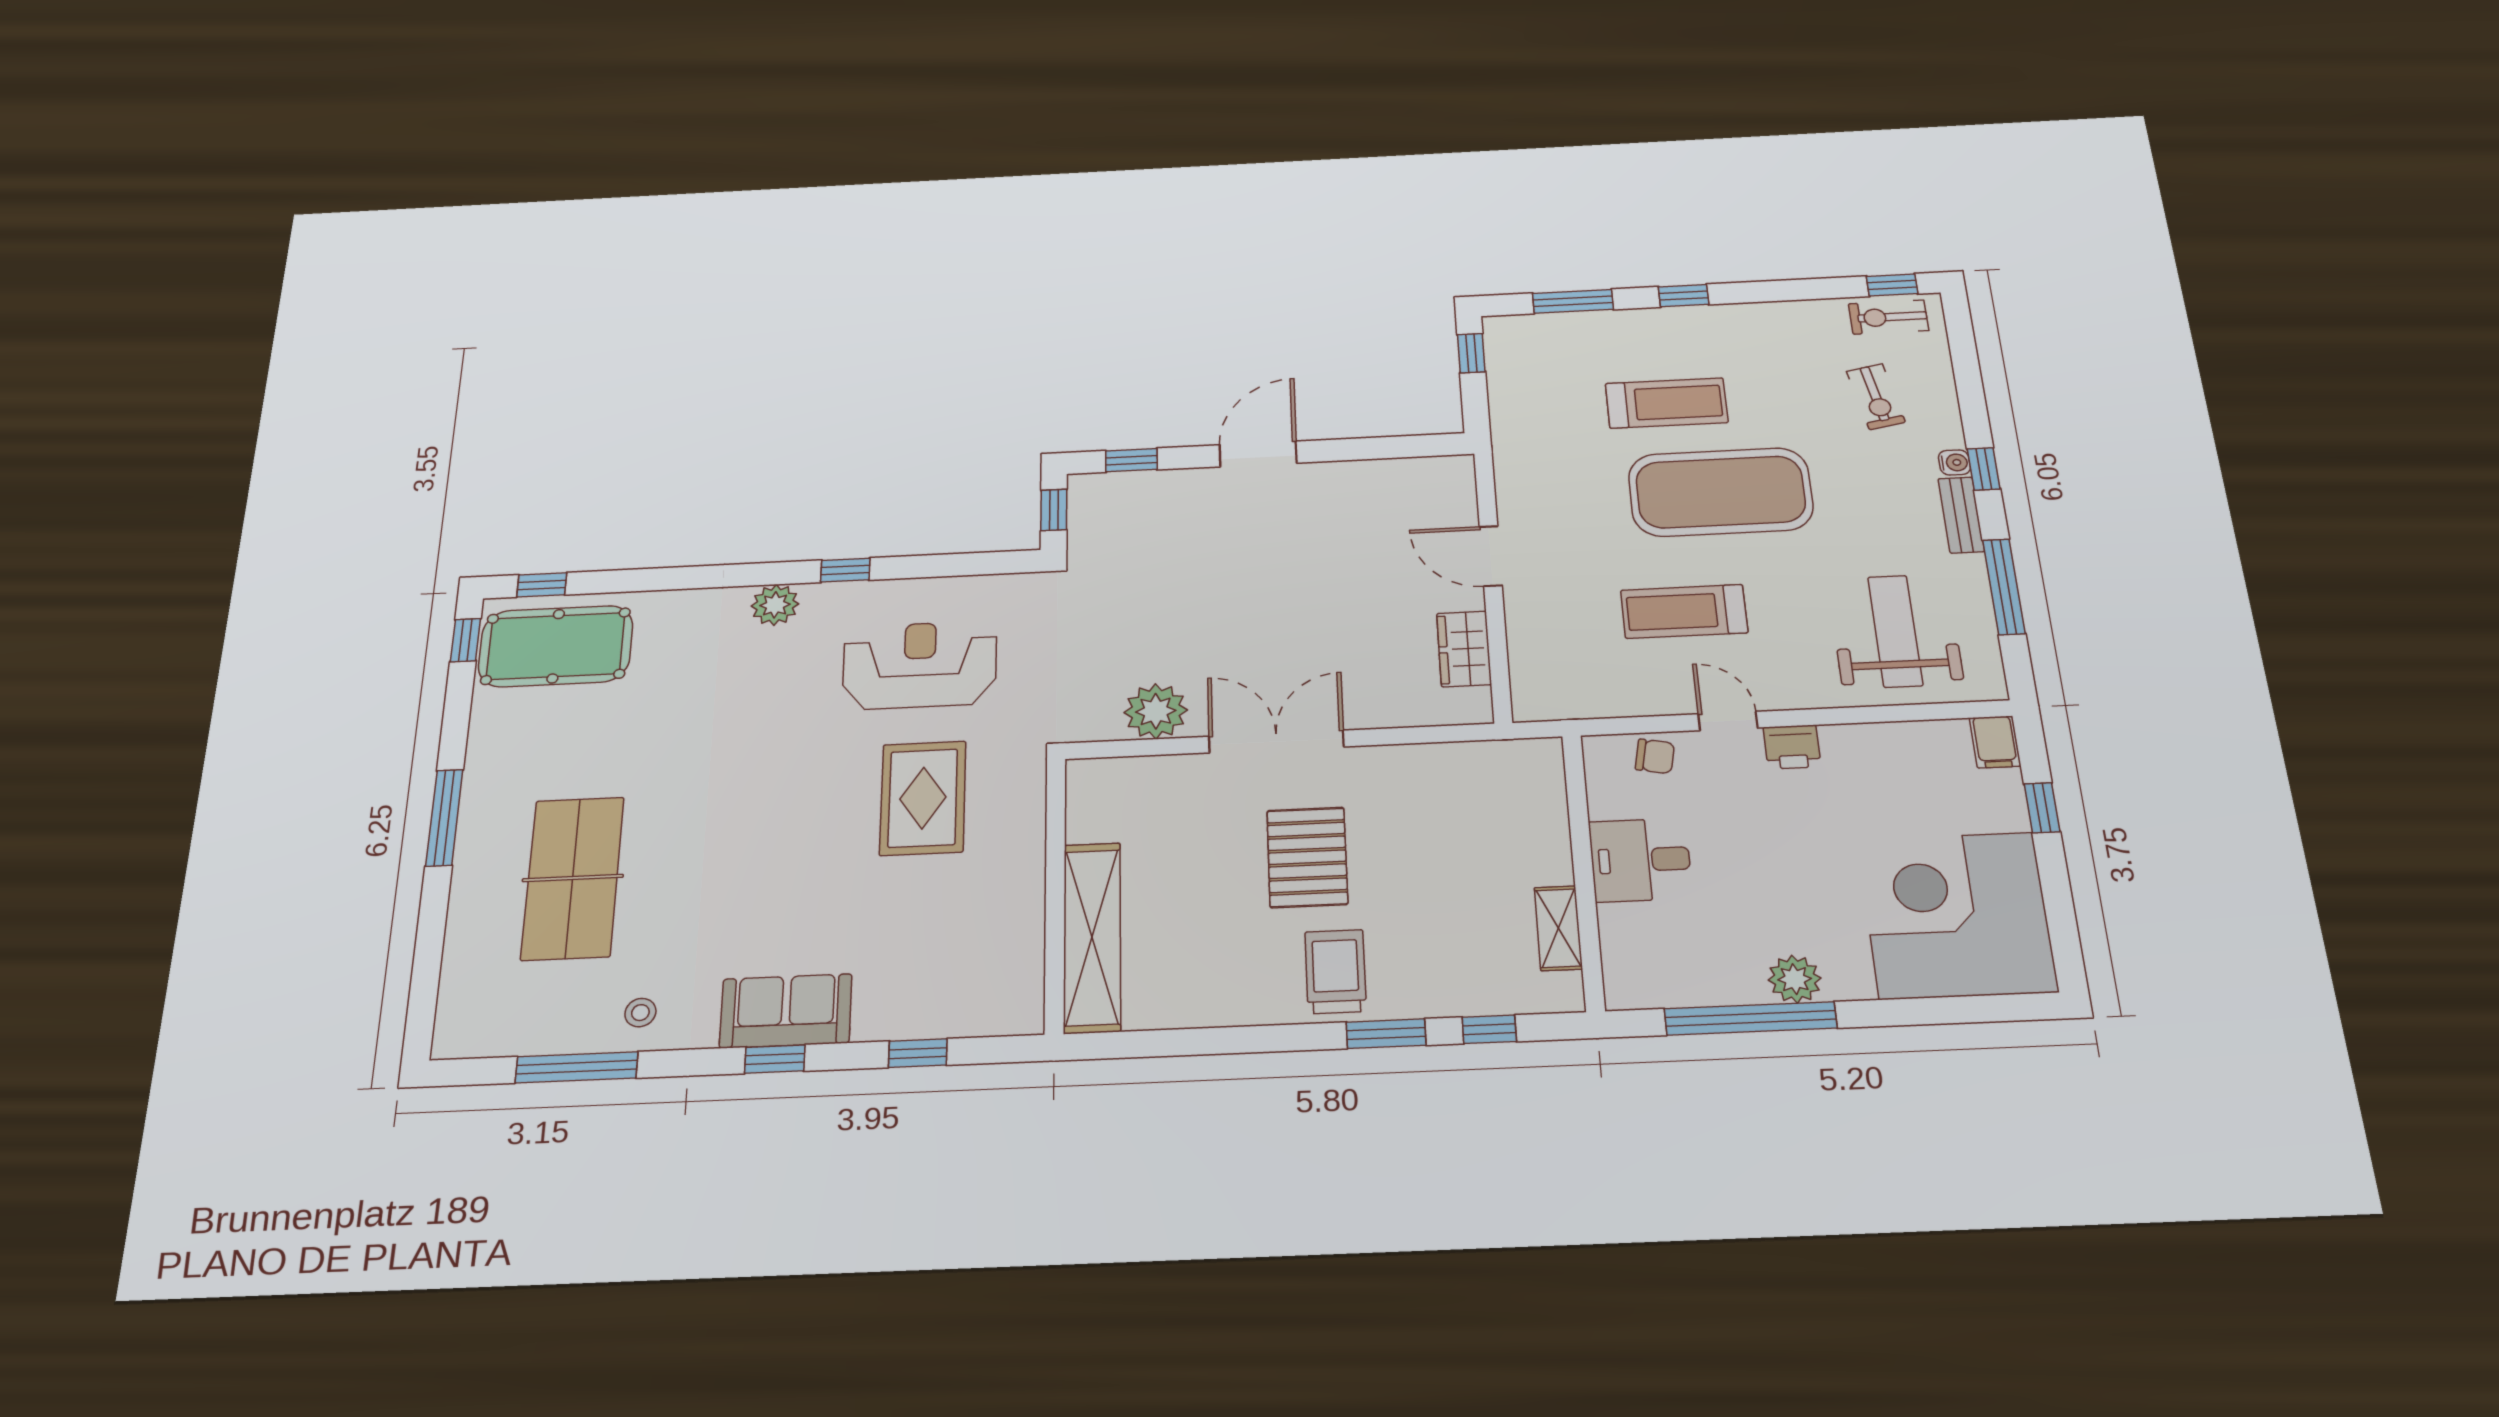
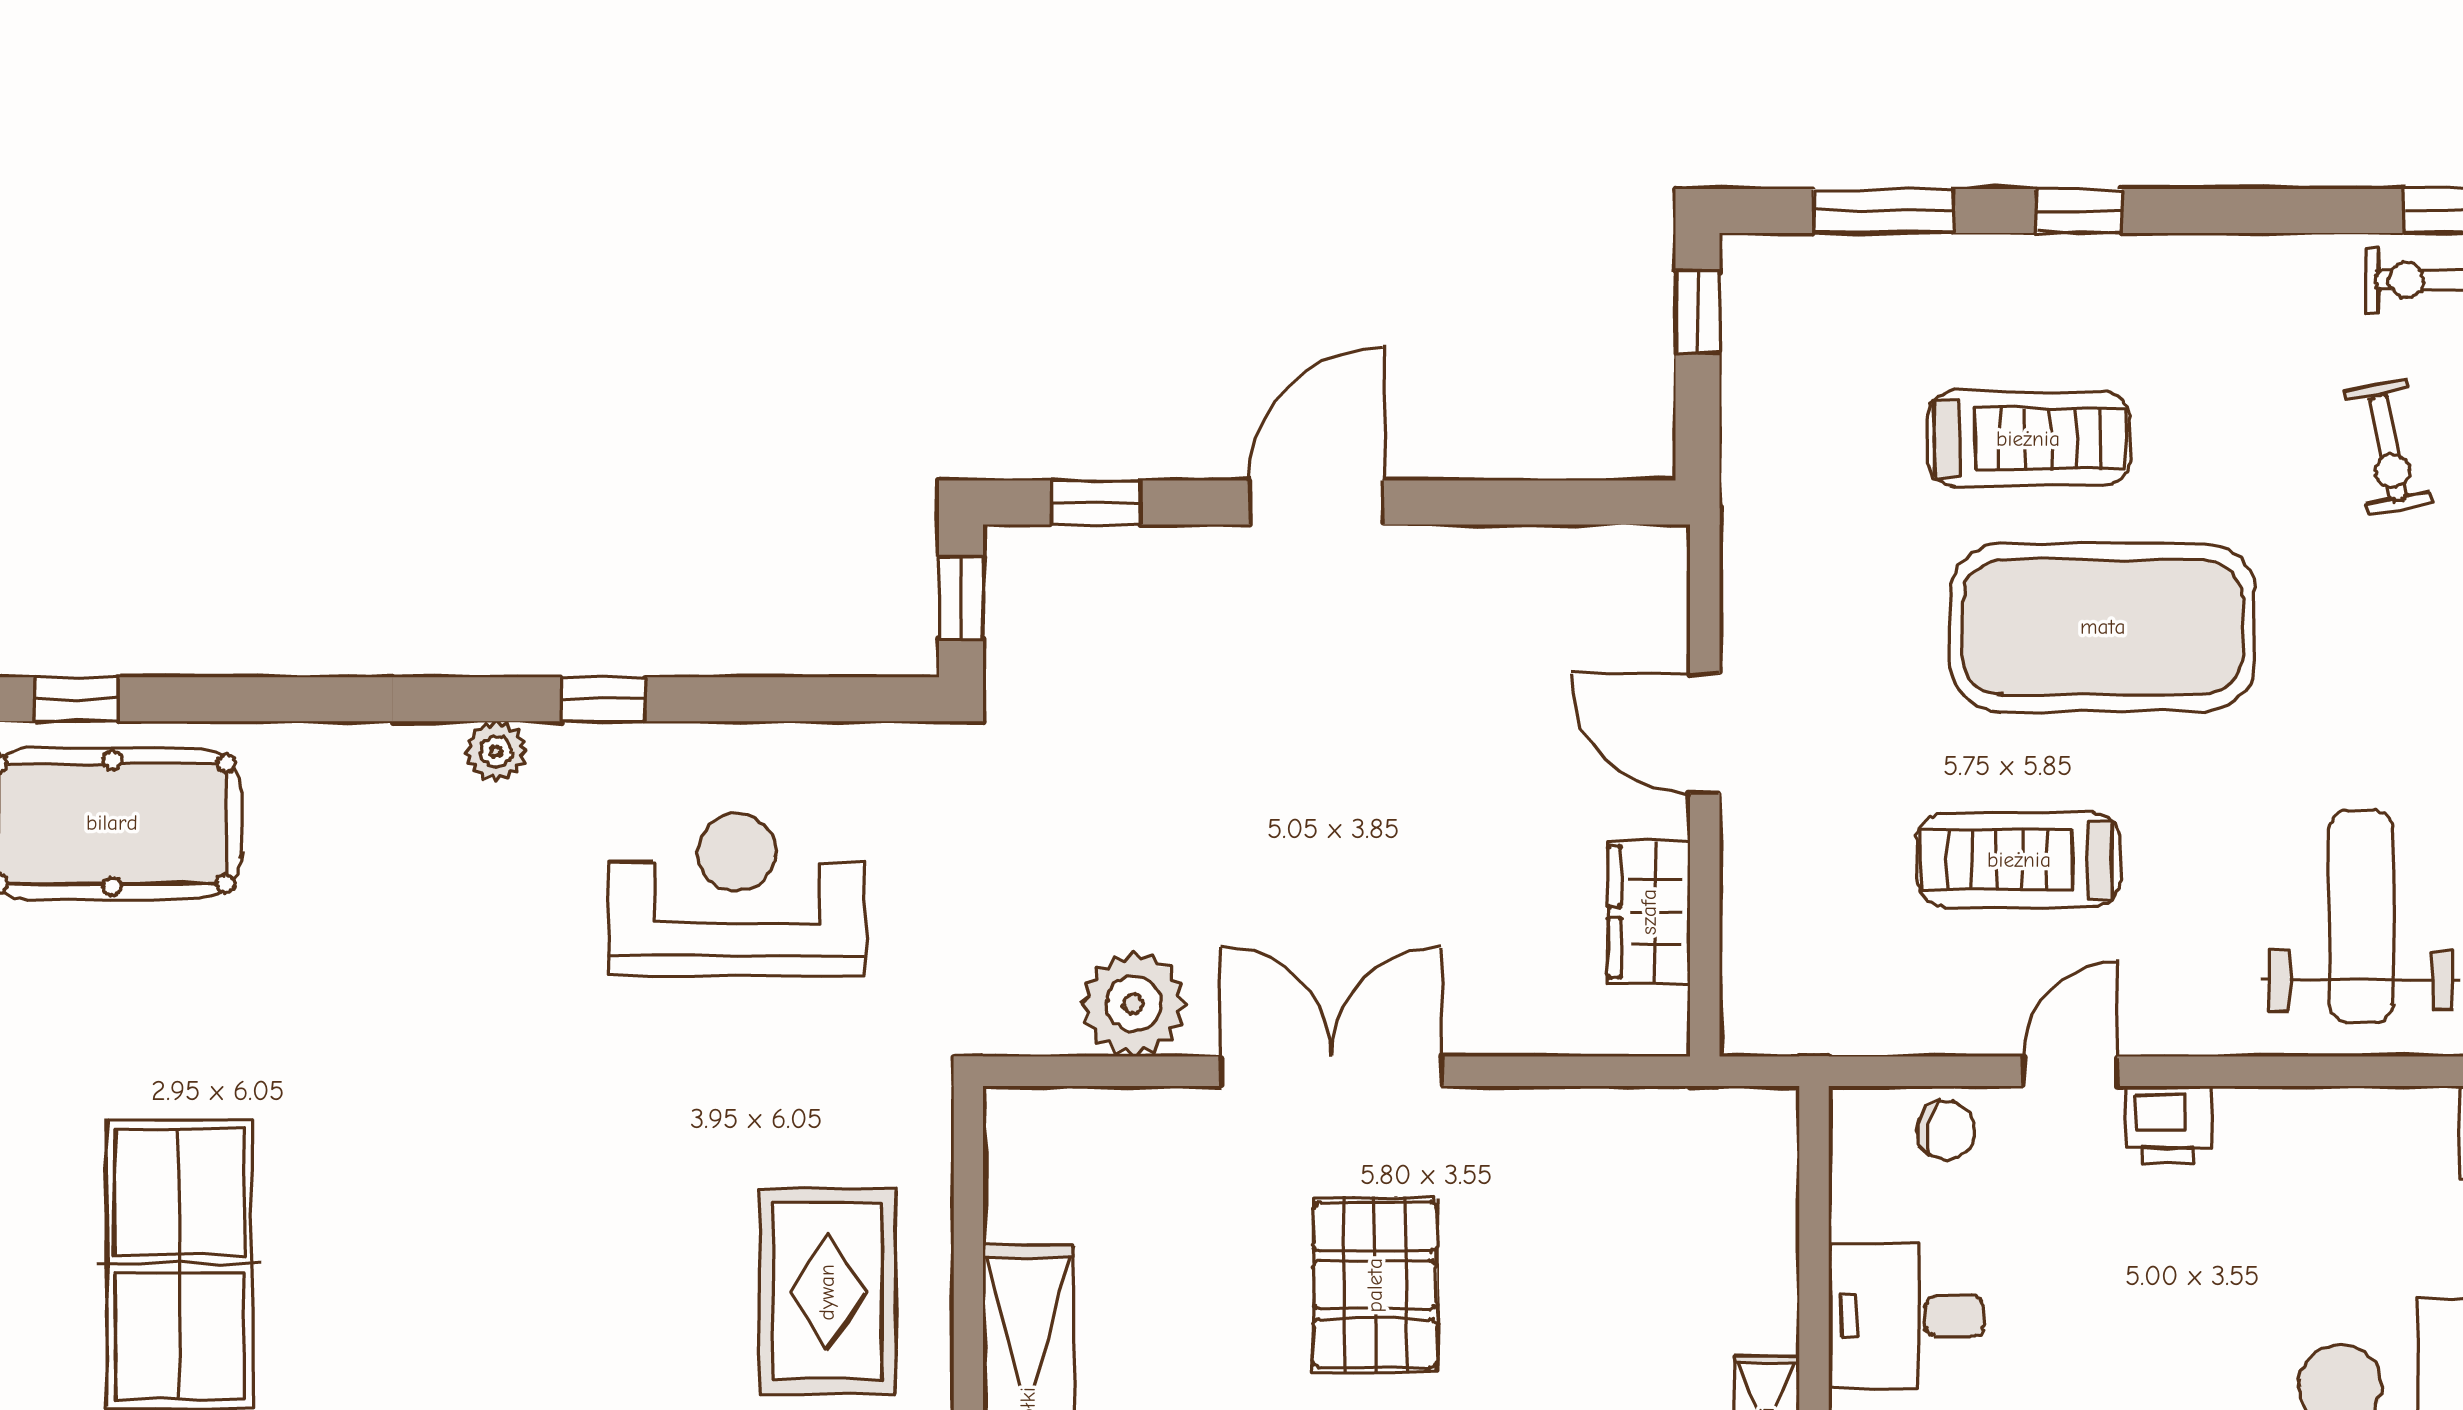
plant: (775, 605) -> (496, 751), width x0.73, depth x0.73
door: (1728, 721) -> (2070, 1071), hinge flipped
rug: (923, 798) -> (827, 1292), moved

